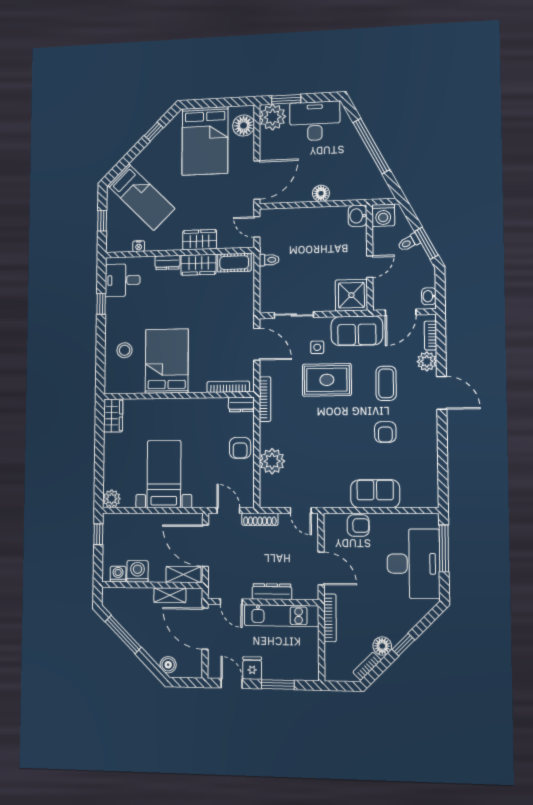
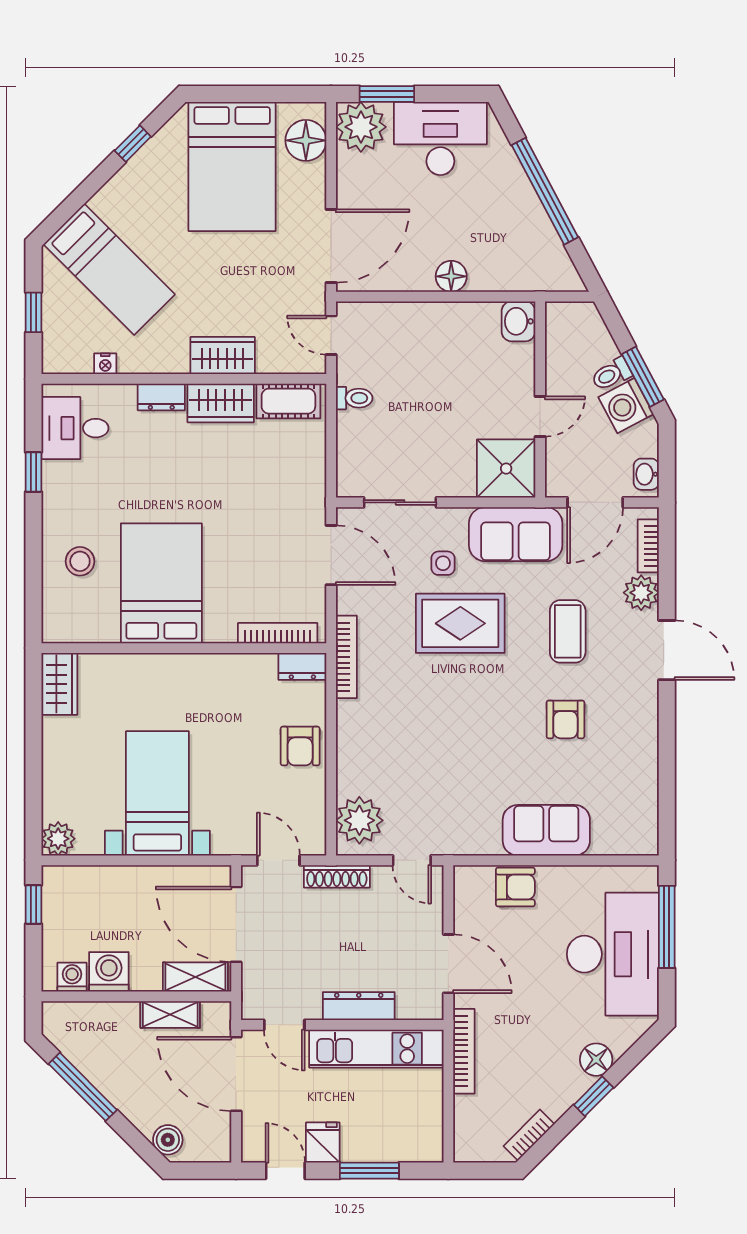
washing machine: (383, 215) -> (626, 406), moved, turned 62
plant: (272, 461) -> (359, 820), moved
floor lamp: (382, 646) -> (596, 1060), moved

